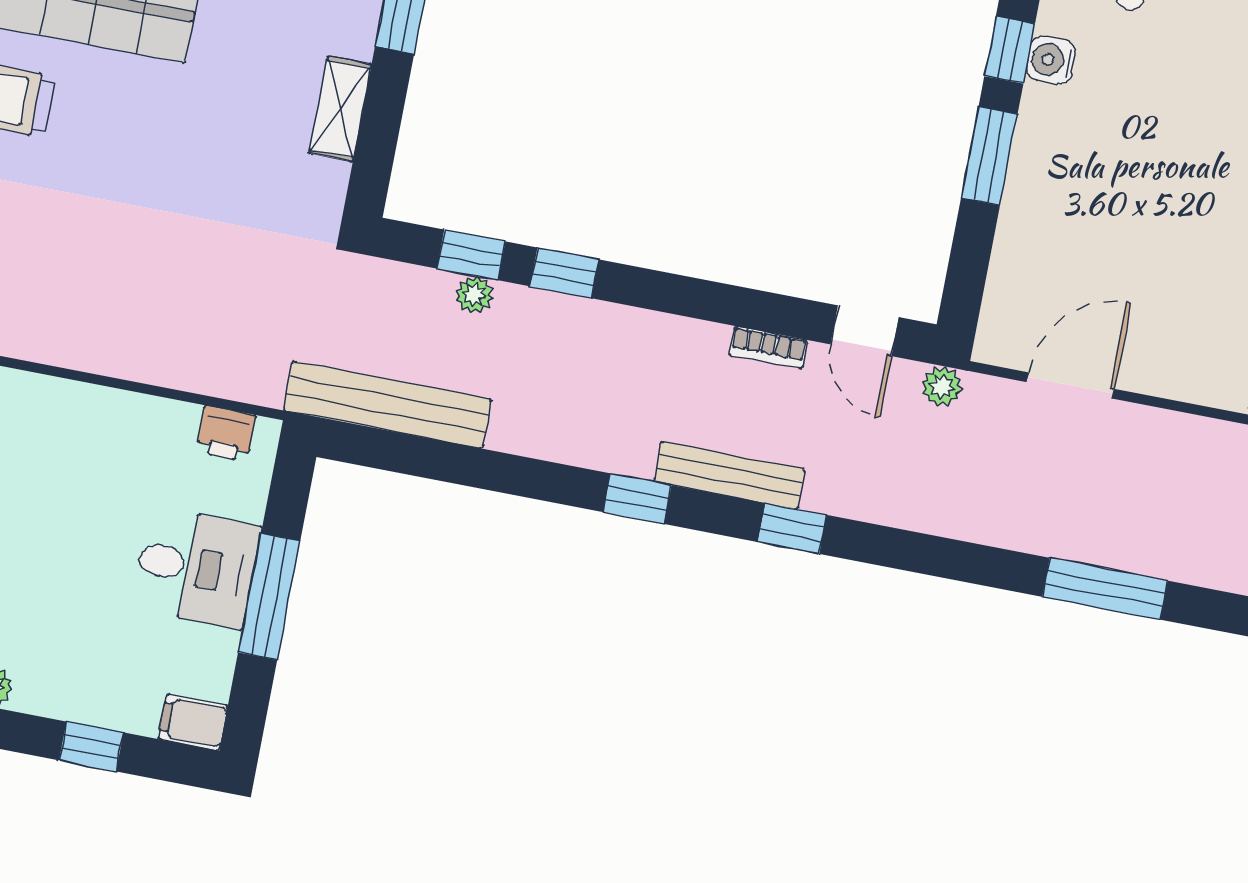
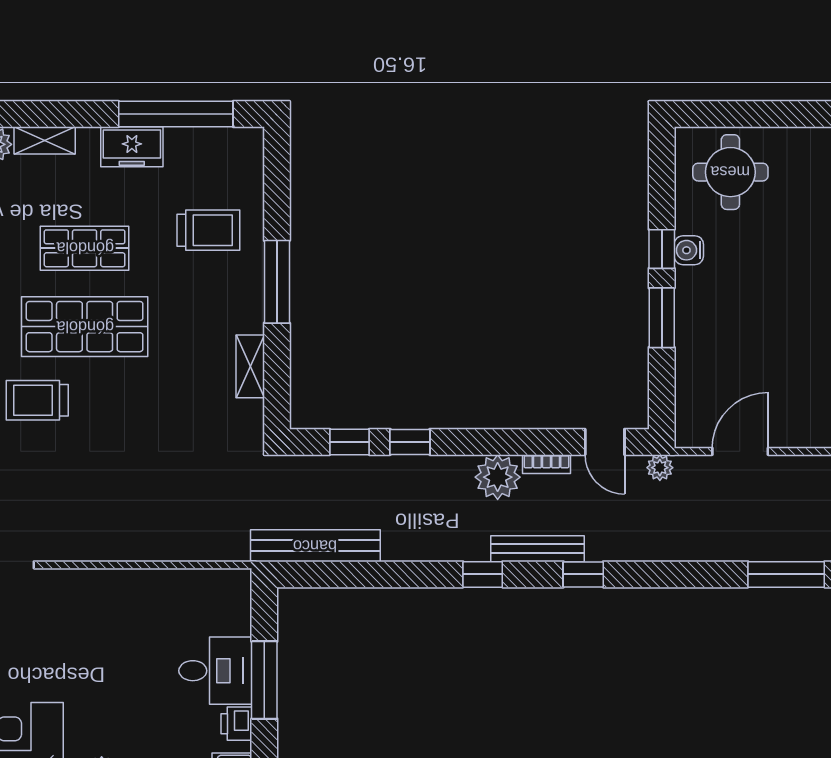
plant: (474, 295) -> (498, 477), moved, width x1.87, depth x1.87
printer: (226, 434) -> (236, 724), moved, turned 90

